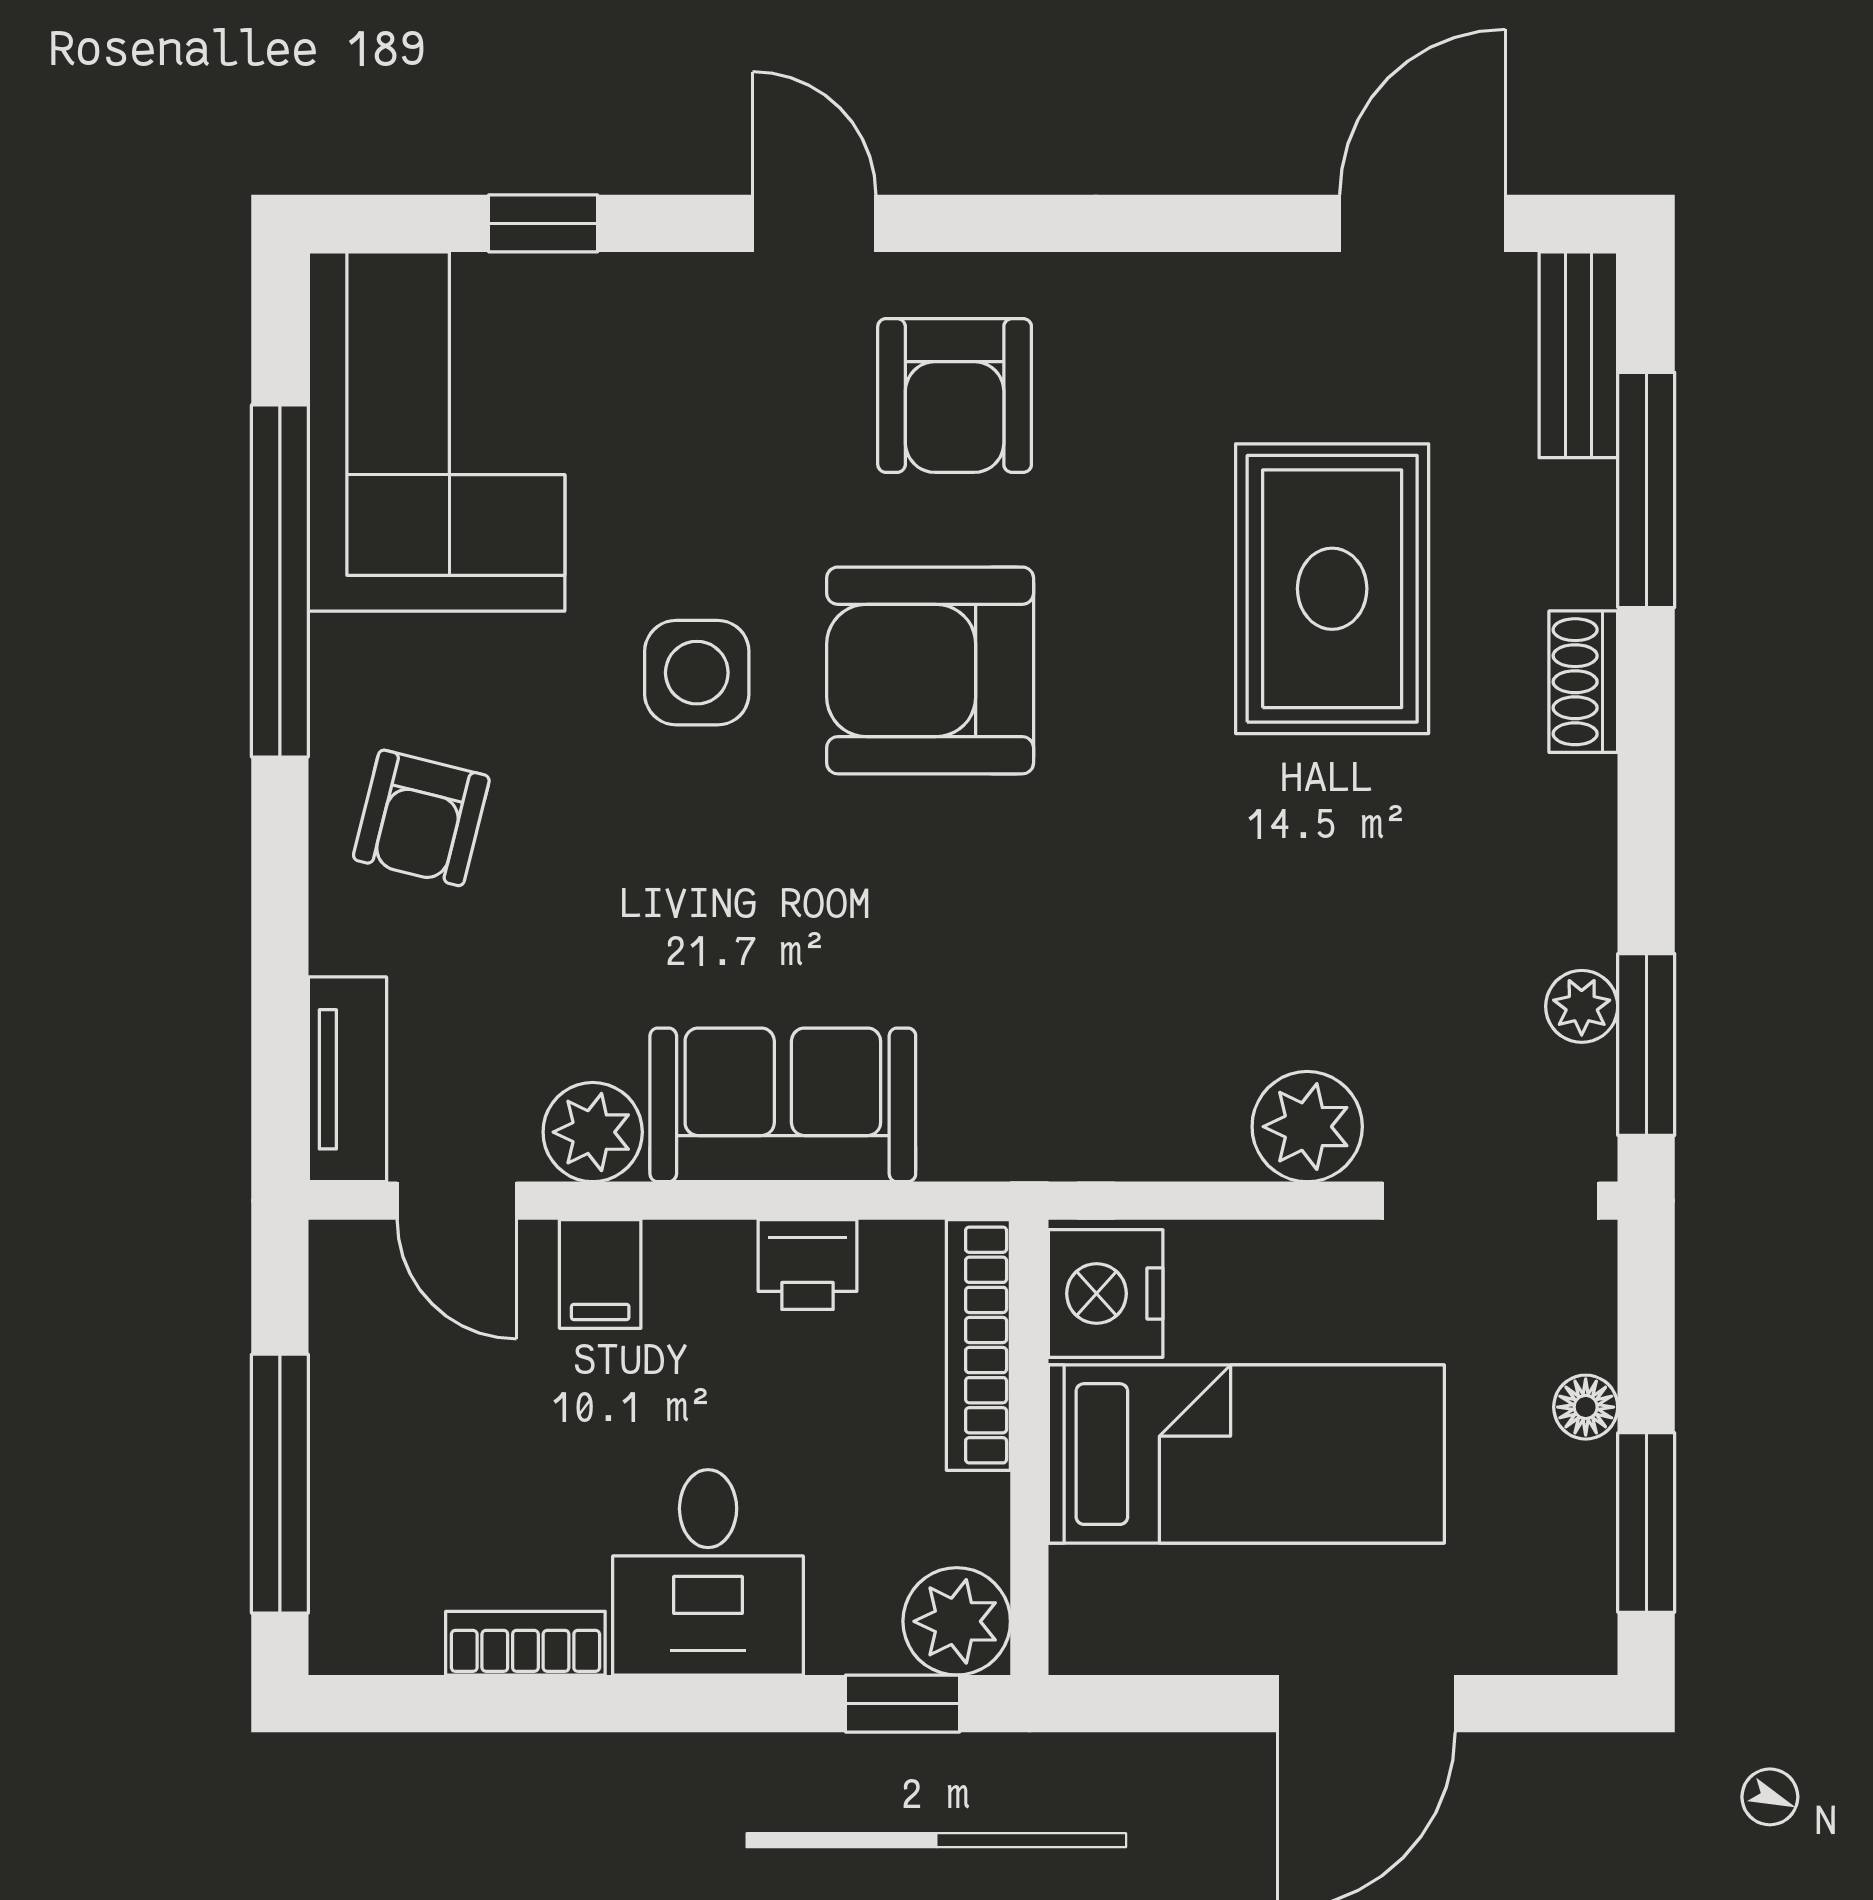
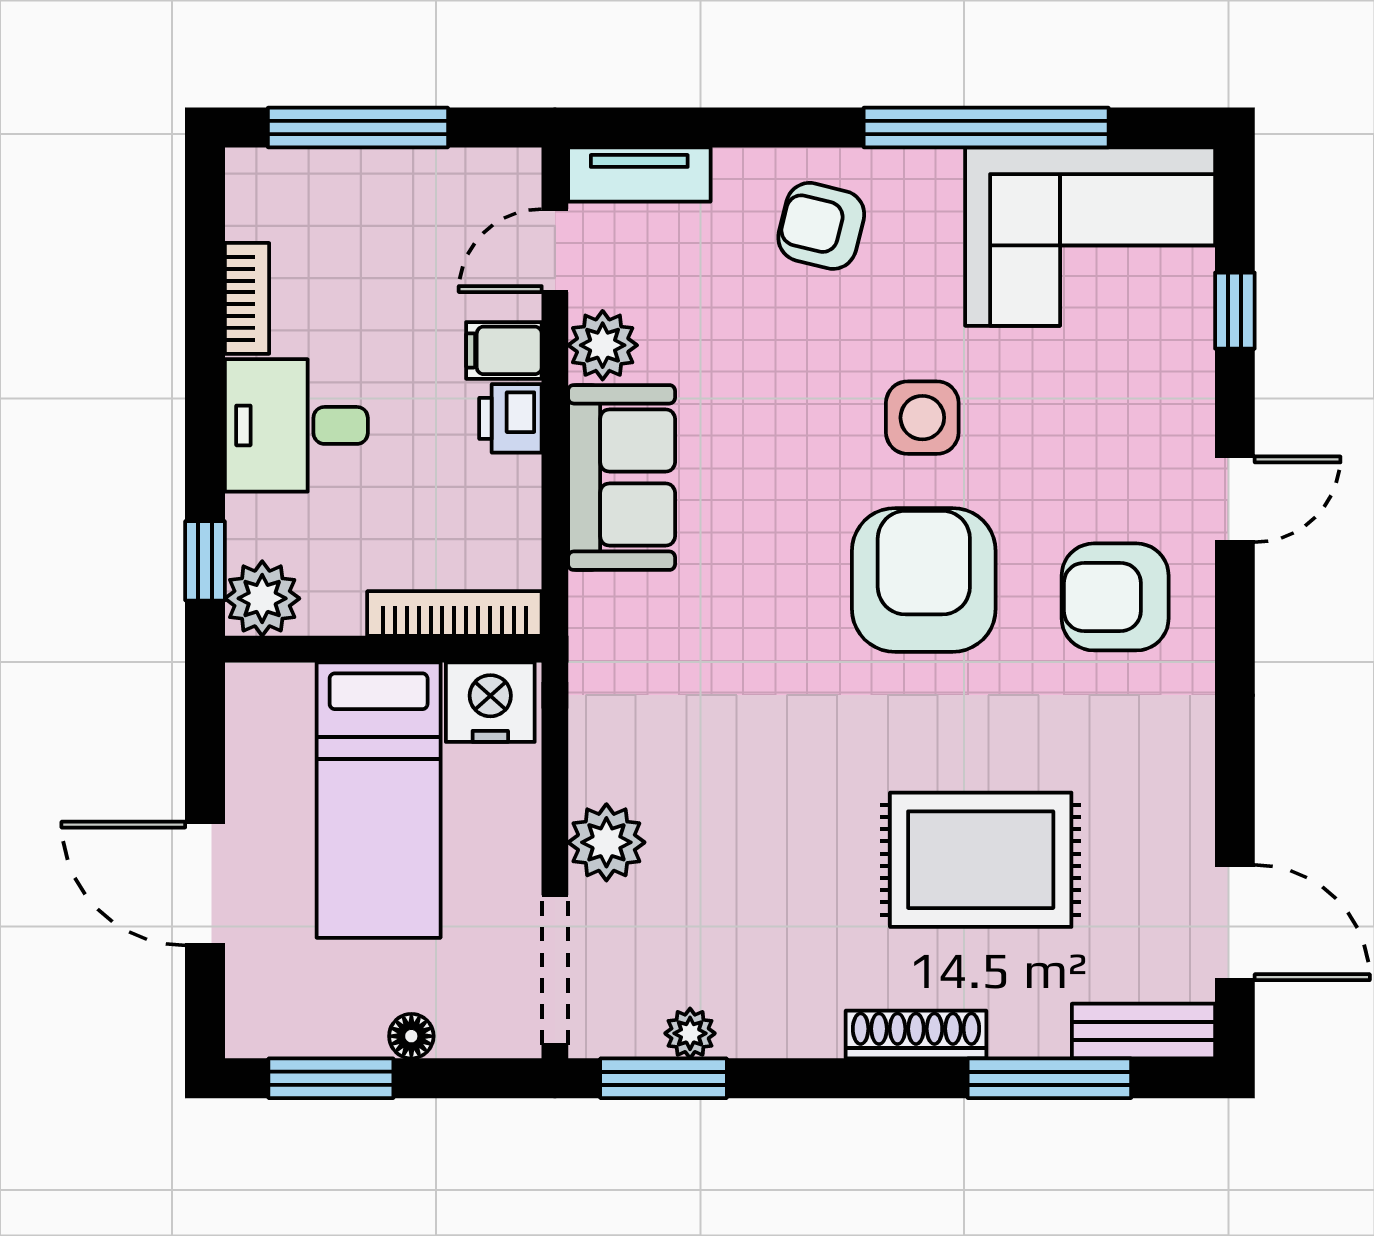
shoe rack: (1583, 682) -> (916, 1034), width x1.43
printer: (808, 1265) -> (510, 418), moved

